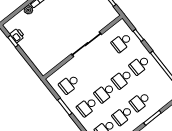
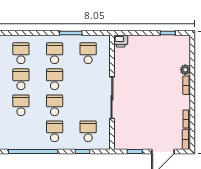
printer: (17, 35) -> (121, 41), moved

